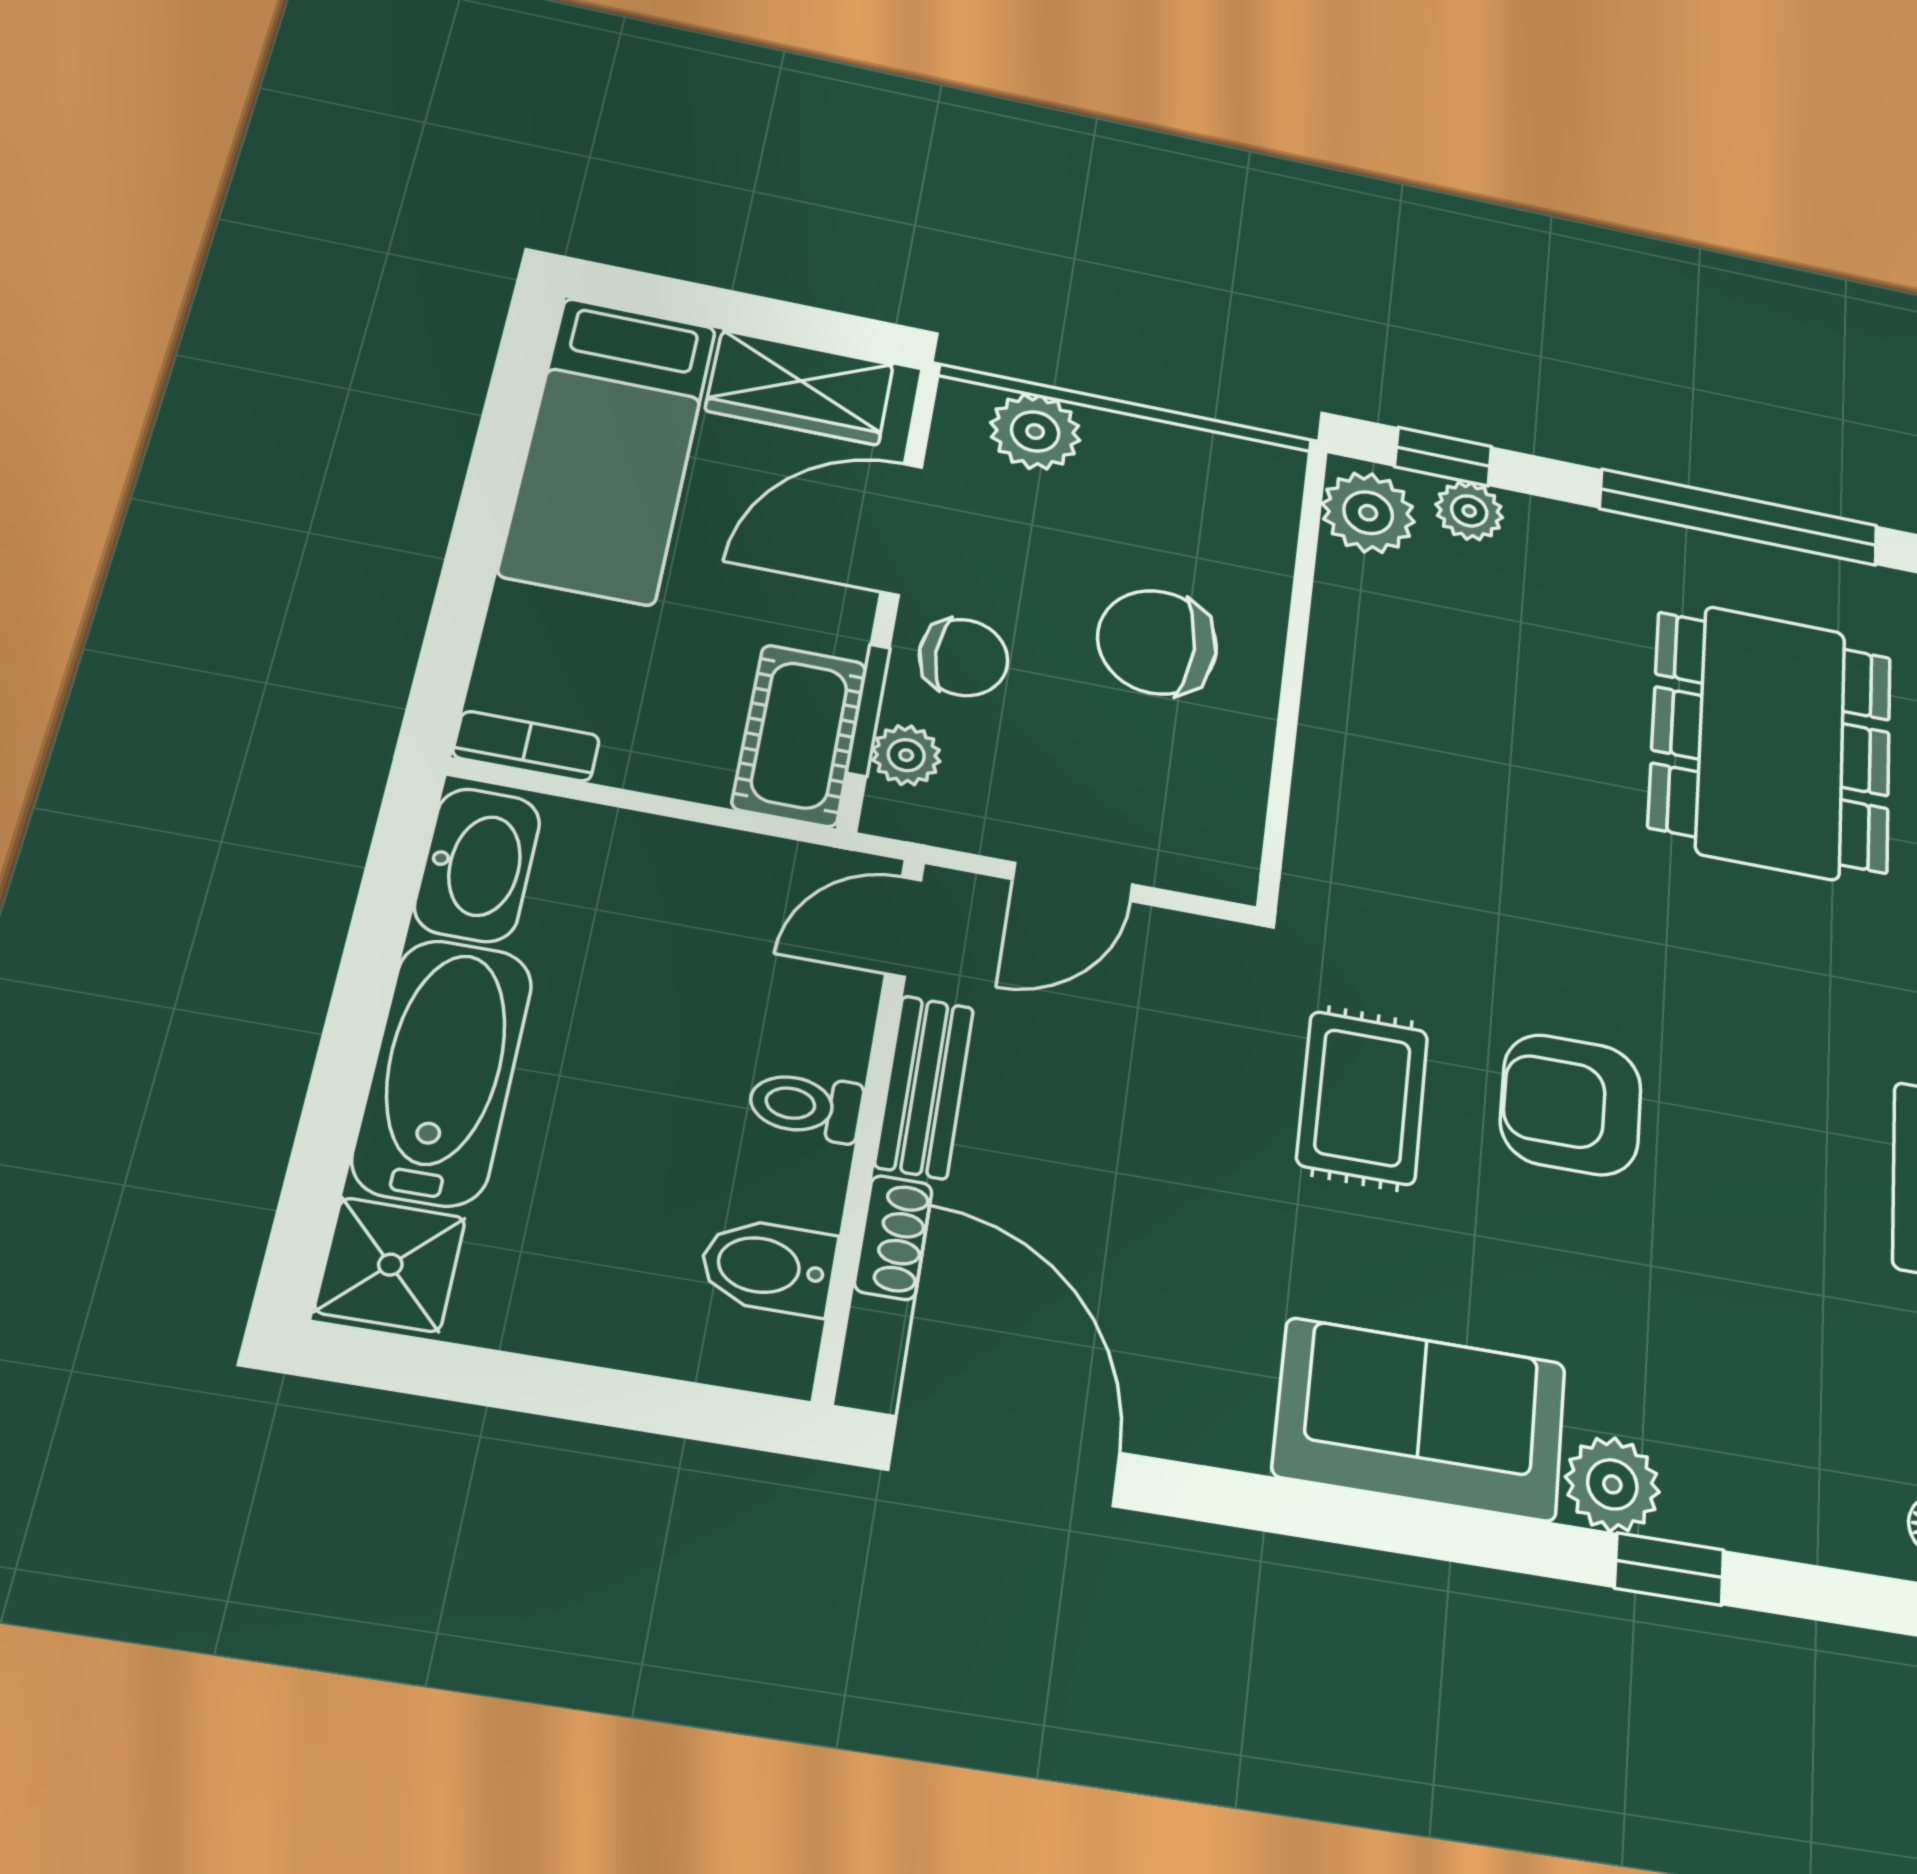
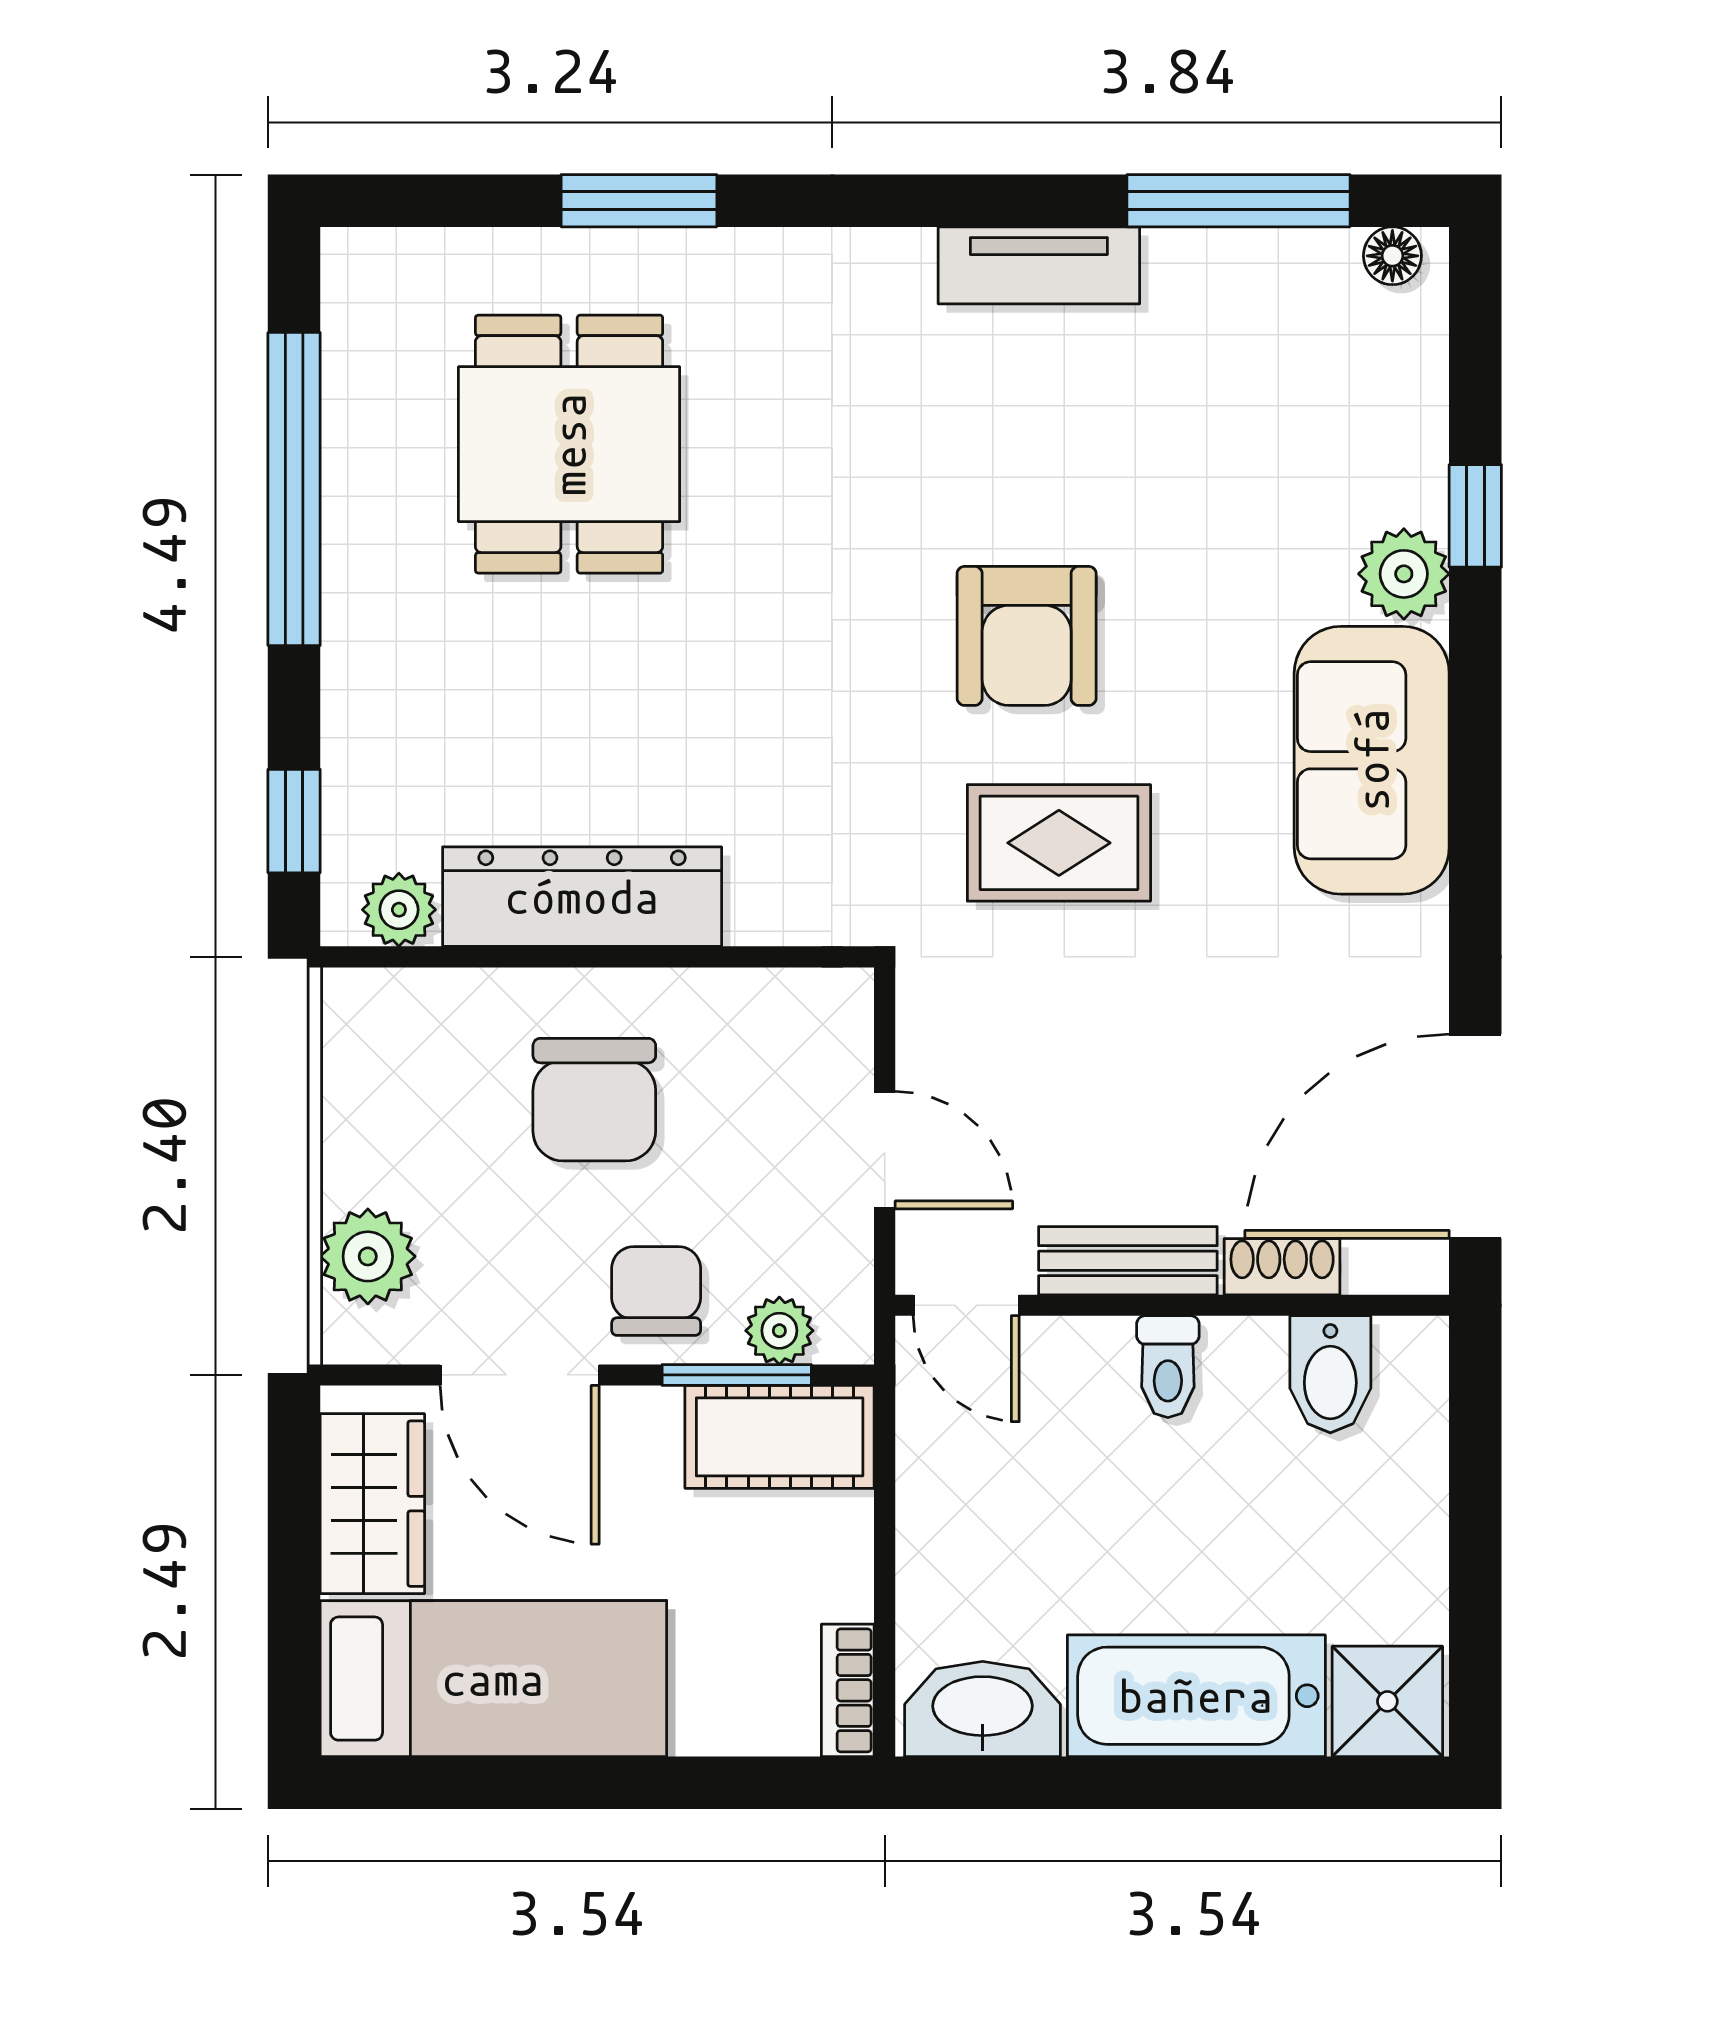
plant: (1469, 511) -> (357, 787), removed
plant: (1368, 513) -> (399, 910), width x0.73, depth x0.73
dresser: (1351, 670) -> (582, 897), added
dining table: (1771, 741) -> (569, 444), width x0.73

